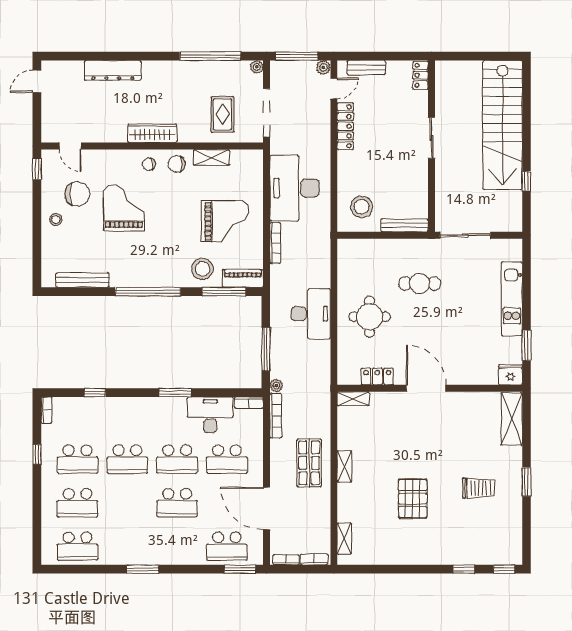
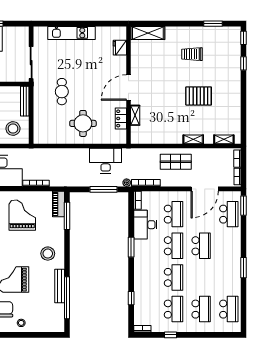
stool: (202, 269) -> (48, 254), moved
bench: (82, 280) -> (60, 286), moved
window: (148, 292) -> (67, 298), moved
desk: (311, 314) -> (106, 161), moved
window: (526, 345) -> (101, 24), removed
fridge: (510, 375) -> (120, 48), moved
shelving: (353, 399) -> (135, 115), moved
shelving: (344, 466) -> (193, 139), moved
window: (526, 482) -> (213, 24), moved
trolley: (479, 488) -> (192, 54), turned -90

